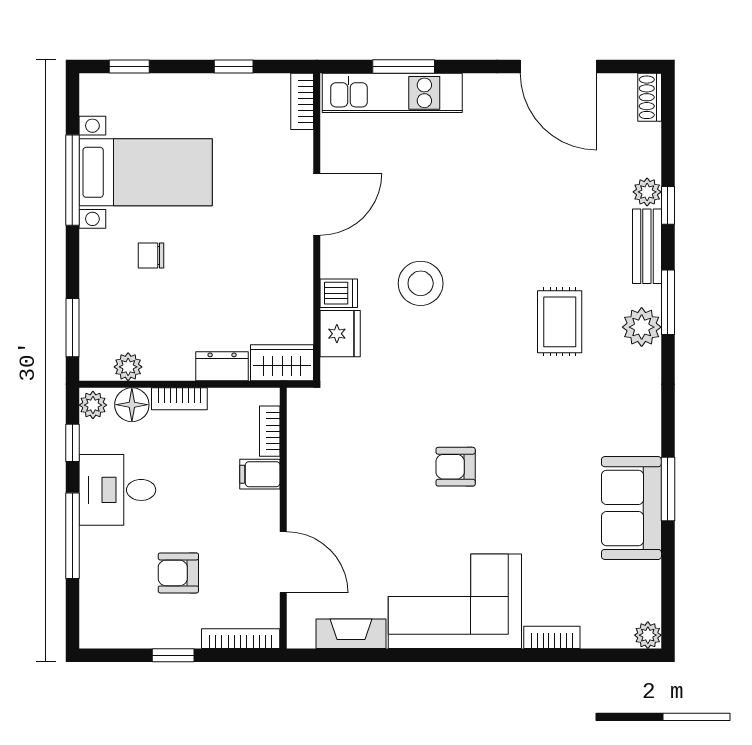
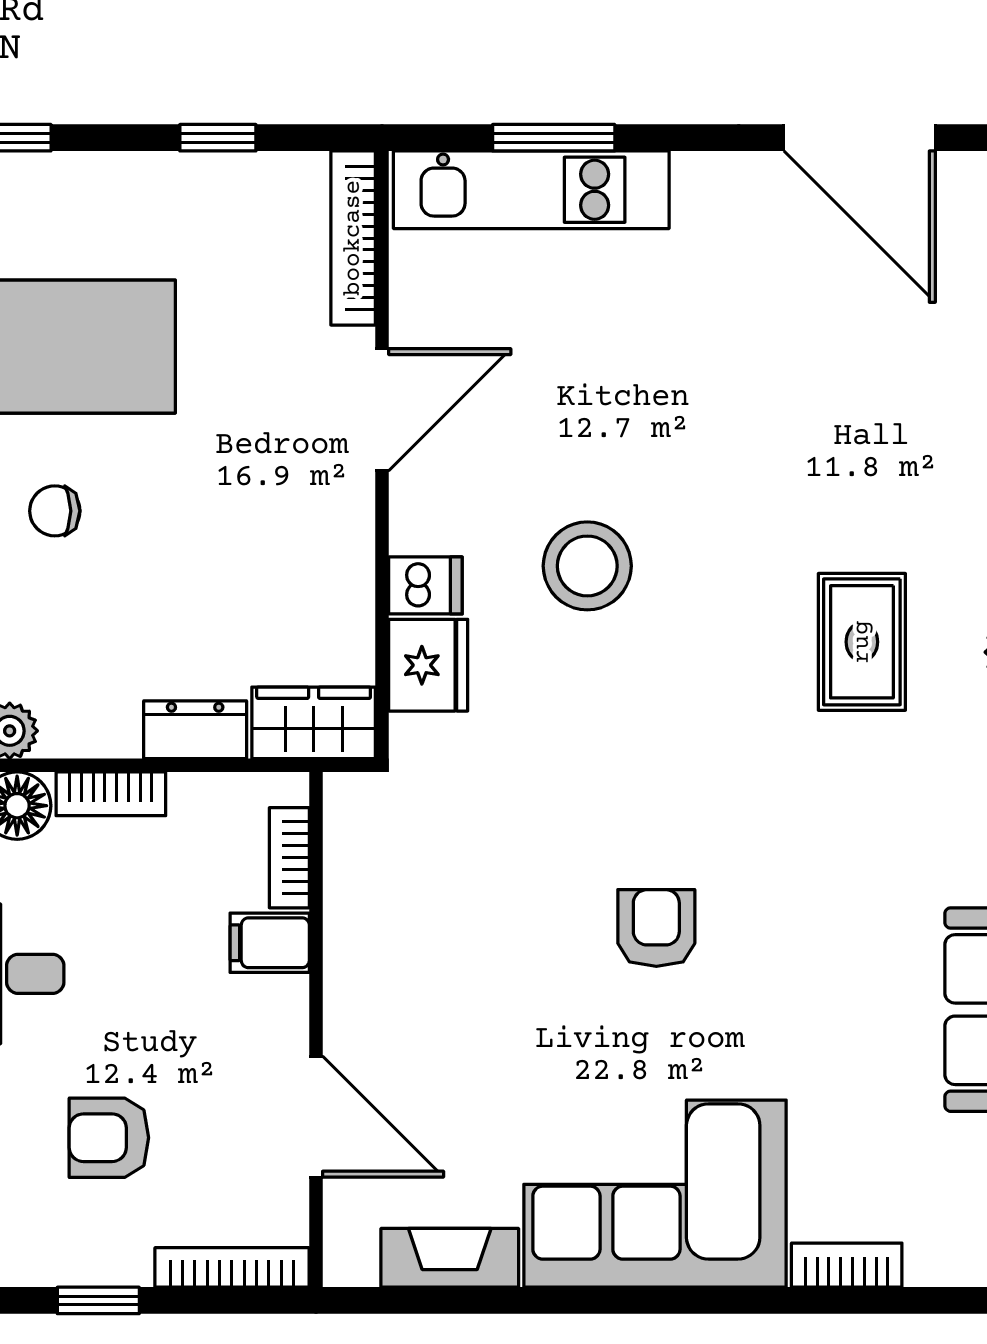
bookcase: (302, 101) -> (353, 238), width x1.56
armchair: (456, 467) -> (656, 928), turned 90

